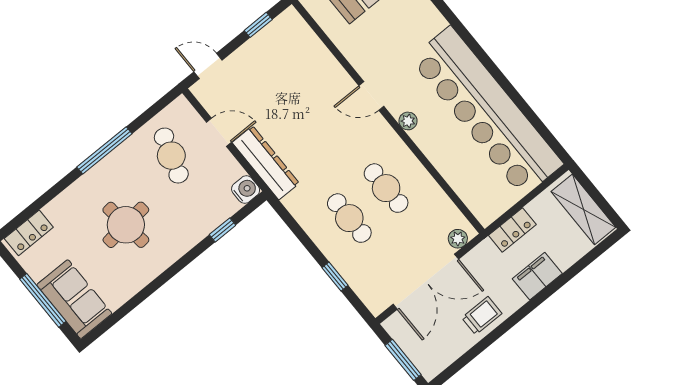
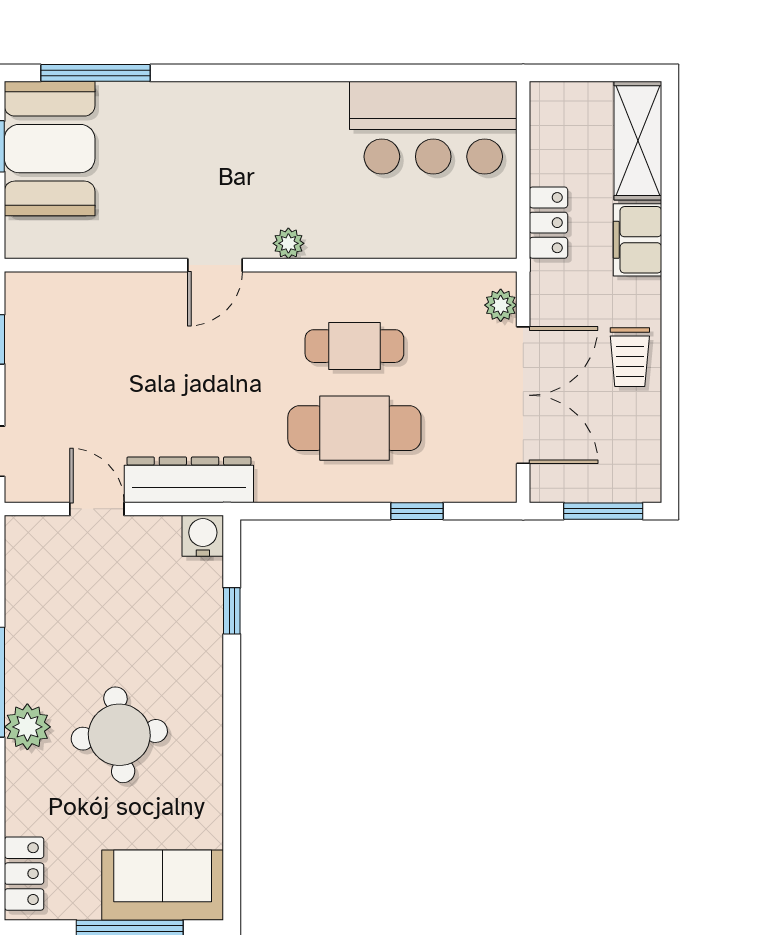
bar counter: (487, 111) -> (433, 128), width x0.54
door: (219, 132) -> (97, 509), hinge flipped
cafe table: (171, 156) -> (76, 598), removed
plant: (96, 181) -> (27, 727), added
shelving: (583, 209) -> (638, 141), moved, turned 90
cafe table: (349, 218) -> (354, 428), width x1.37, depth x1.35
trolley: (482, 316) -> (630, 357), turned 180

